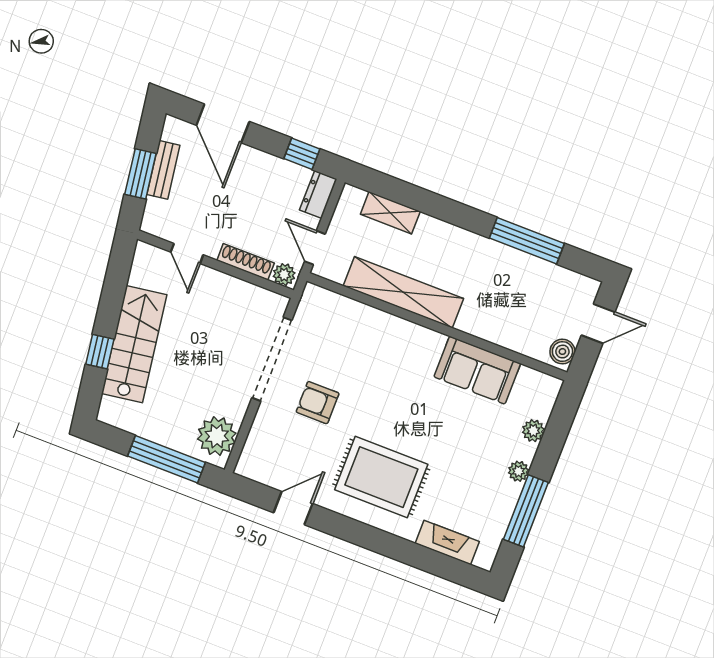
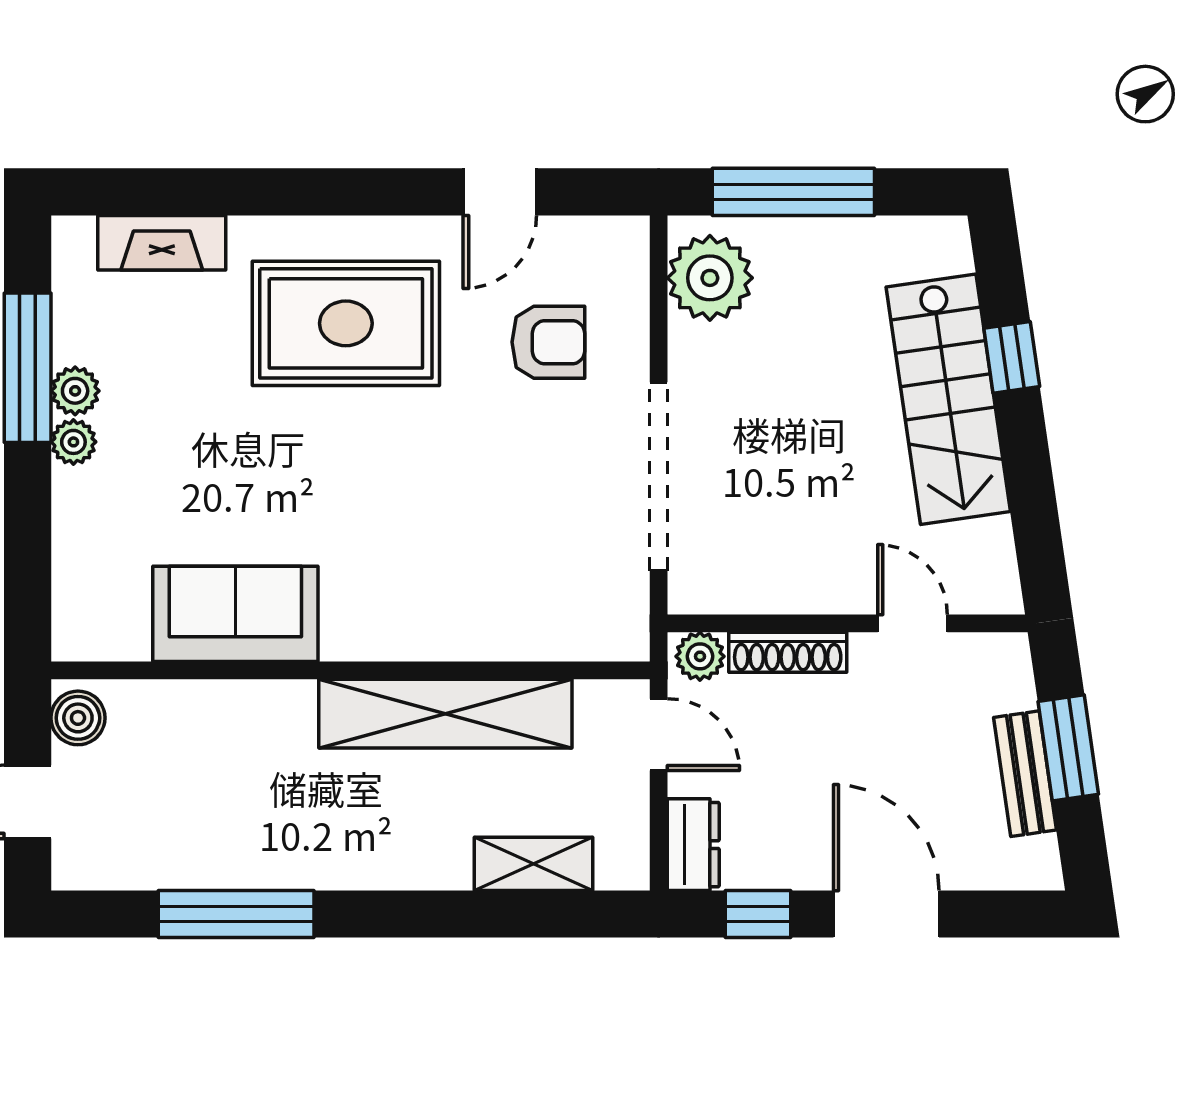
door: (223, 123) -> (886, 914), moved
armchair: (318, 403) -> (548, 342), moved
plant: (533, 431) -> (75, 391), moved

